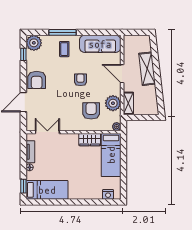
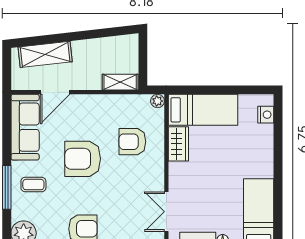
shelving: (147, 69) -> (45, 54), moved
door: (122, 74) -> (55, 92), moved
armchair: (80, 80) -> (83, 159), width x1.88, depth x1.88
plant: (113, 103) -> (120, 107), removed

